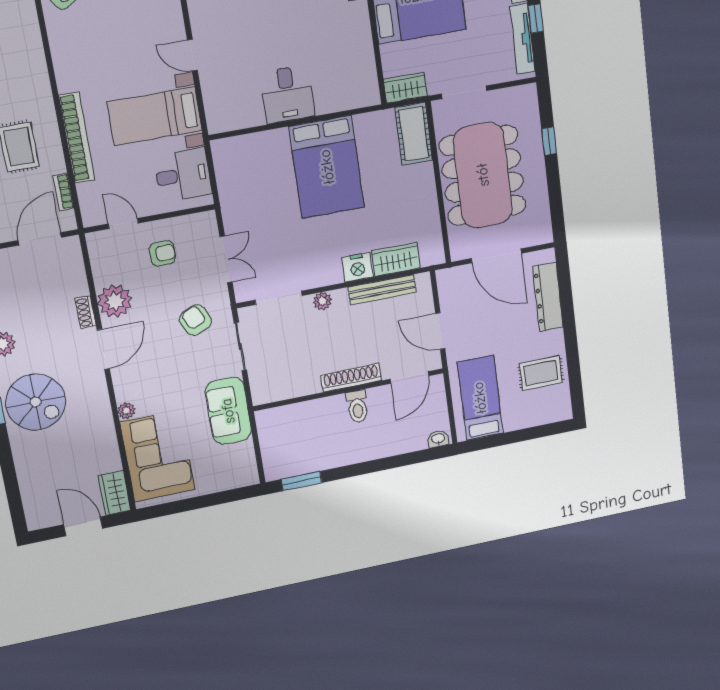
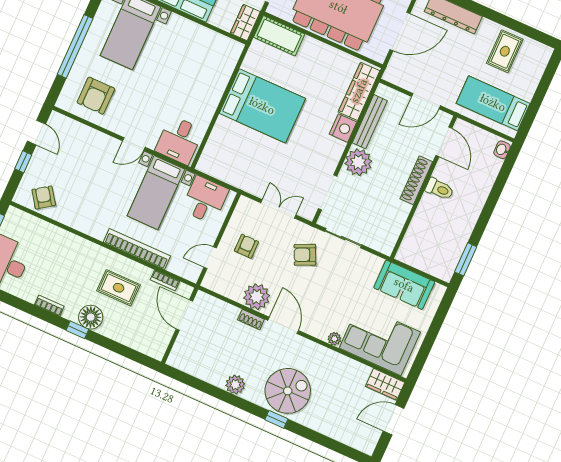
desk: (287, 94) -> (179, 140), moved, turned 90
wardrobe: (396, 259) -> (359, 91), width x1.50
plant: (322, 301) -> (358, 162), width x1.88, depth x1.88
sofa: (228, 411) -> (404, 285), moved

